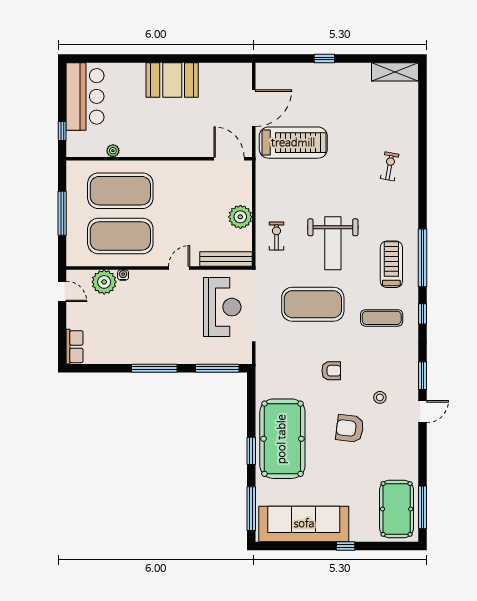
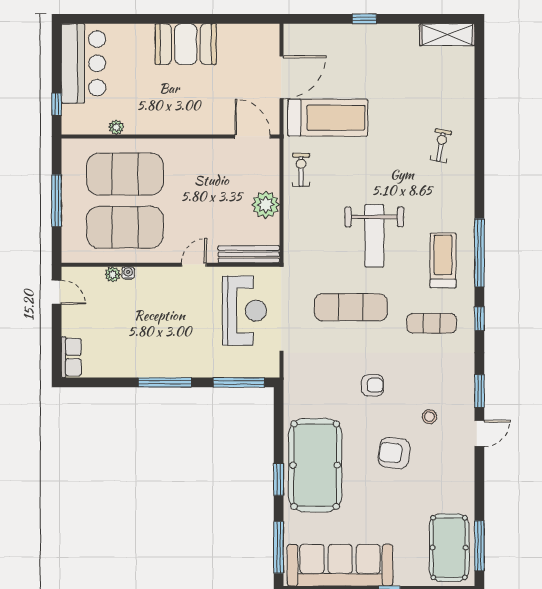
exercise bike: (276, 236) -> (301, 170), moved
plant: (104, 282) -> (113, 274), width x0.53, depth x0.53
exercise mat: (313, 304) -> (351, 307), width x0.68

